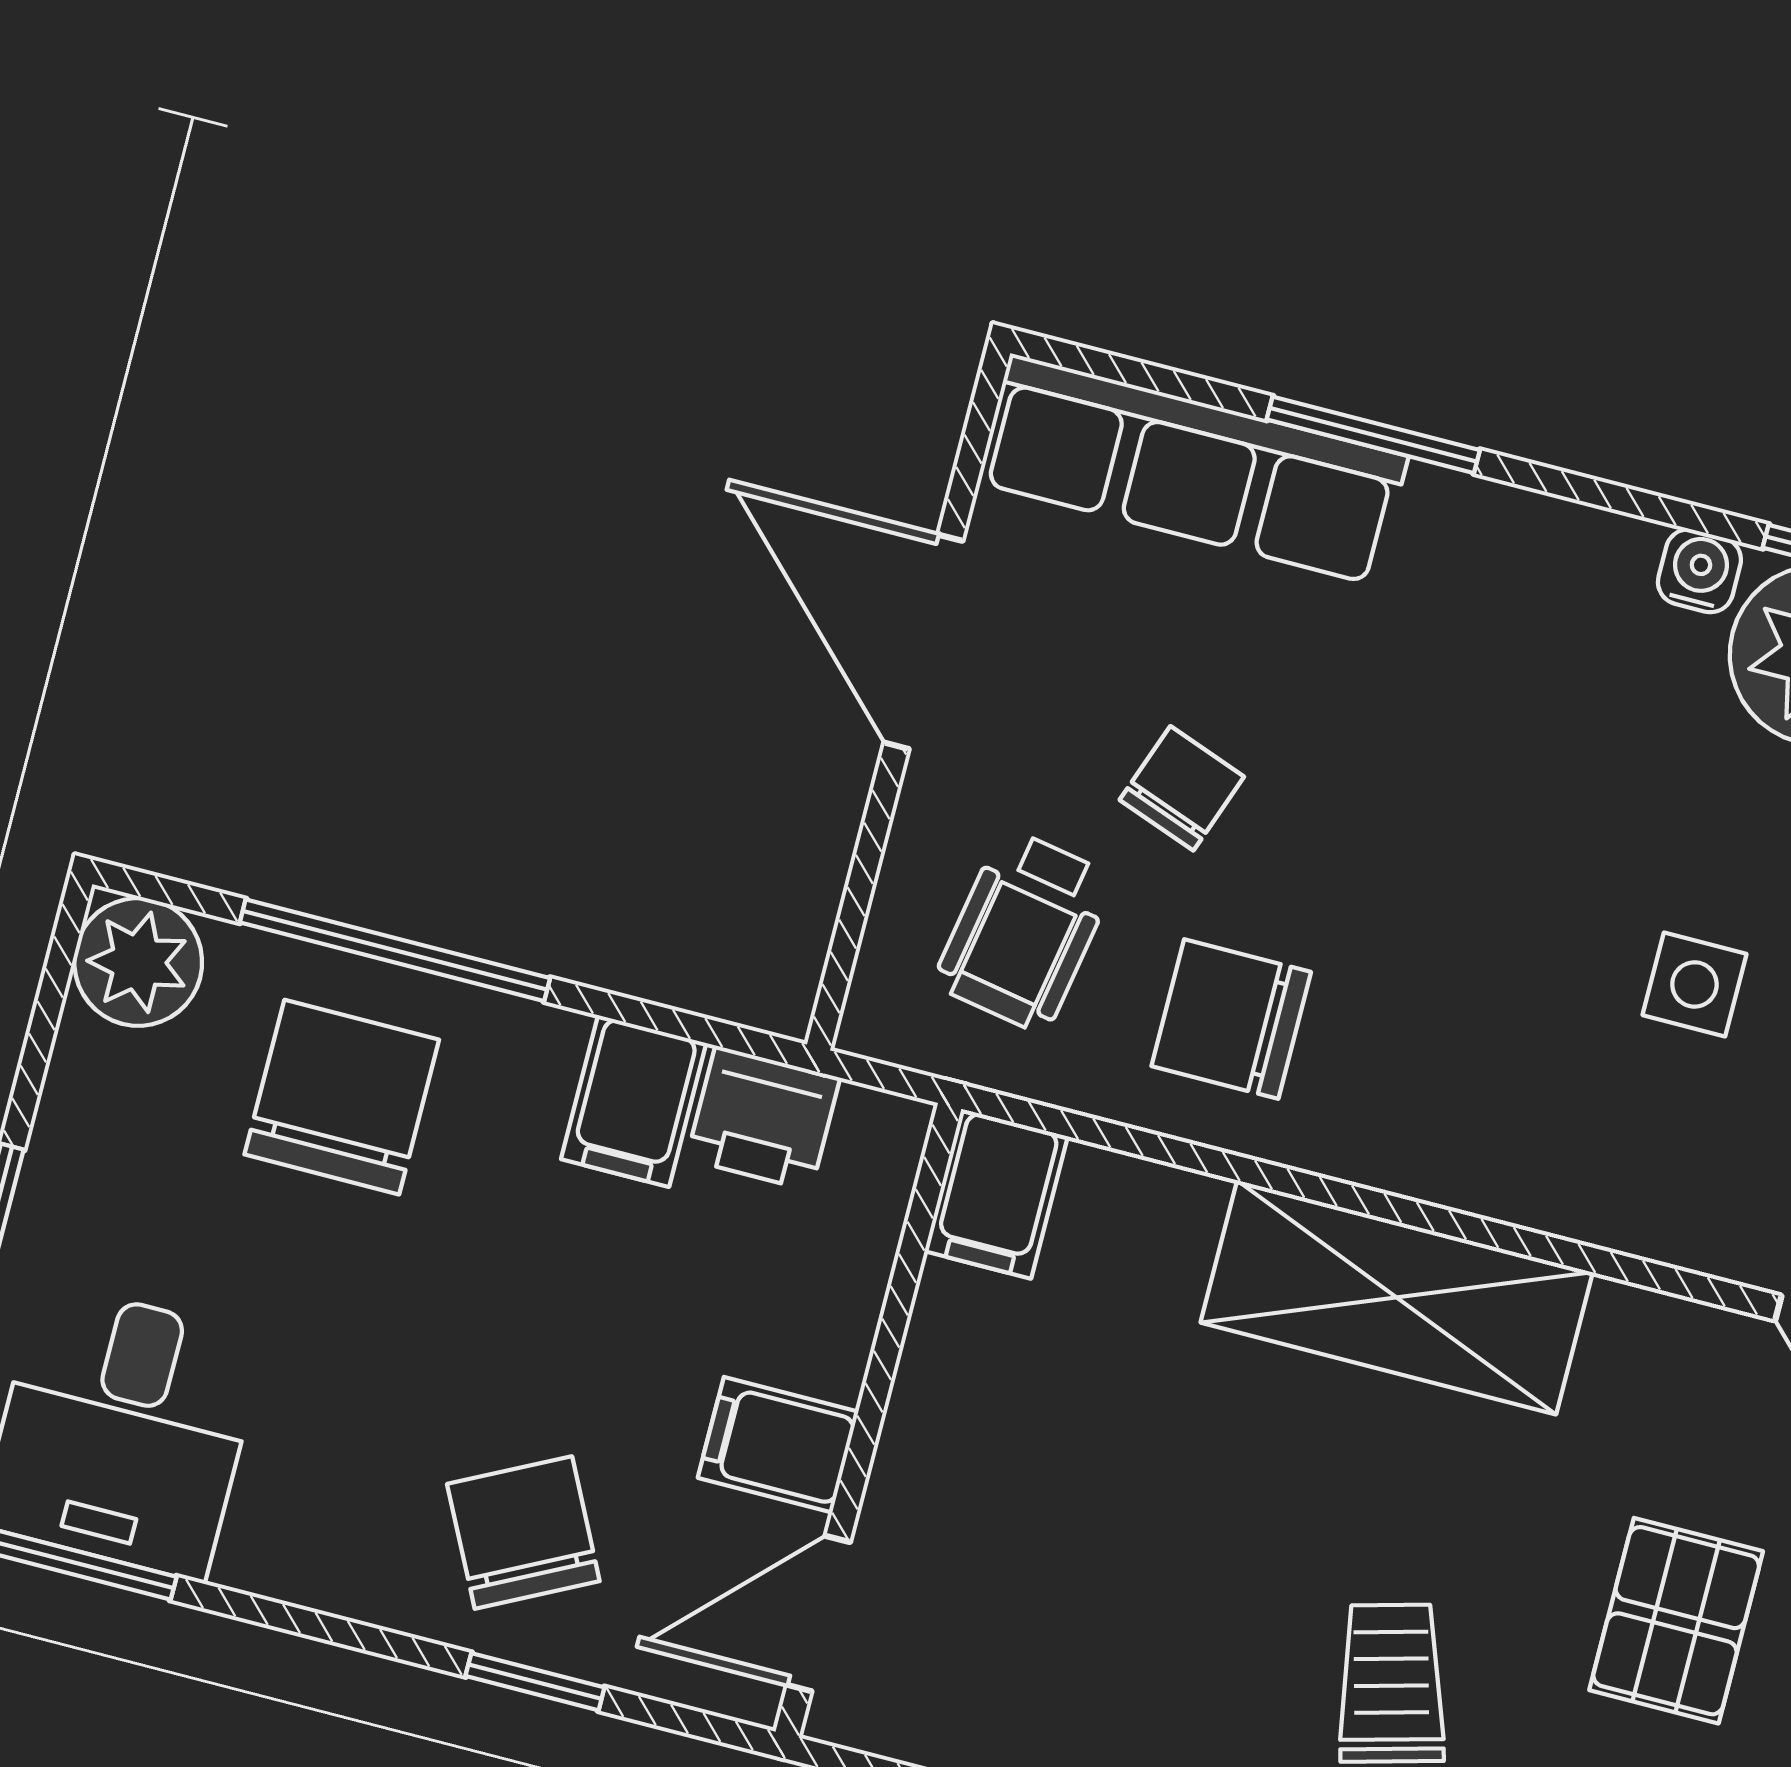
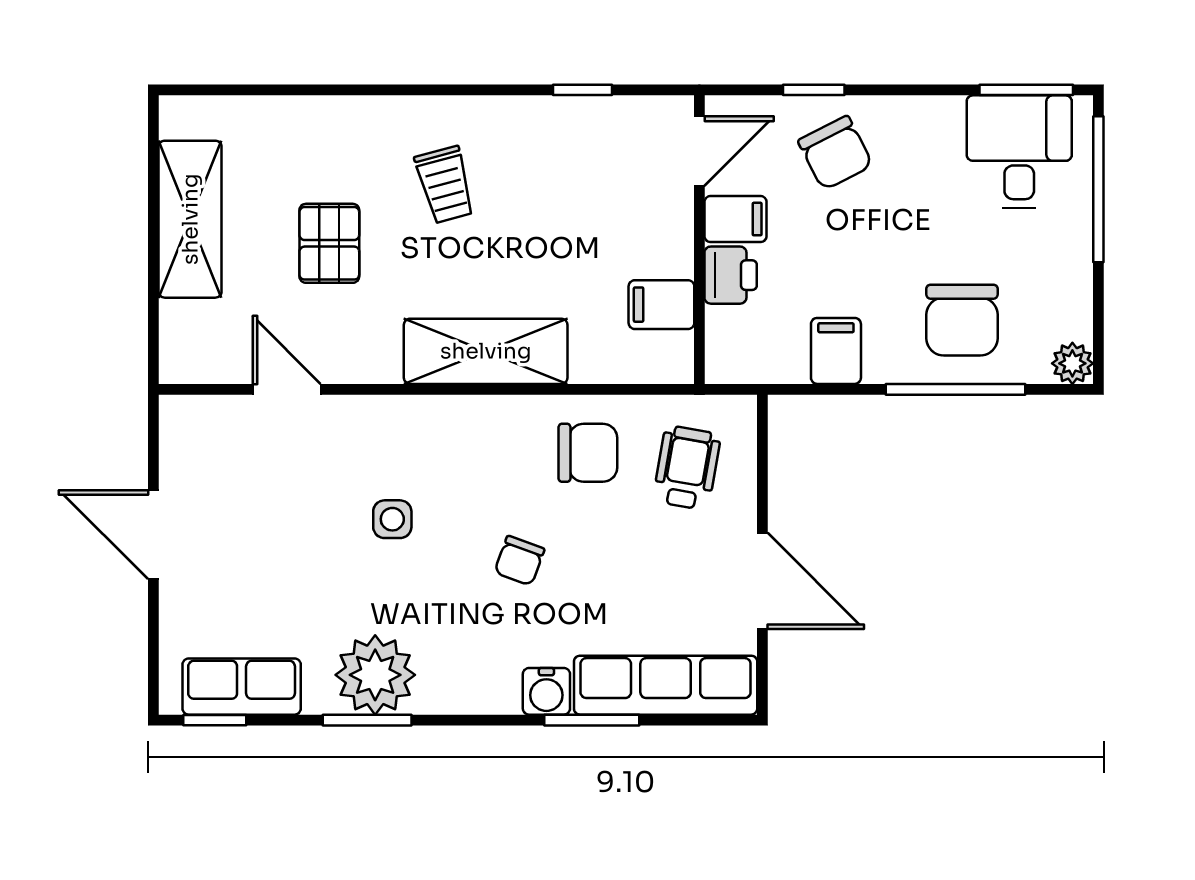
water cooler: (1699, 571) -> (546, 691), moved, width x1.38, depth x1.38
chair: (1182, 788) -> (519, 561), moved
plant: (138, 962) -> (1072, 363), width x0.73, depth x0.73
printer: (763, 1118) -> (731, 275), moved, turned 90
filing cabinet: (996, 1194) -> (661, 305), moved, turned -90

